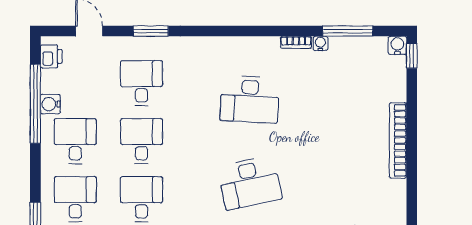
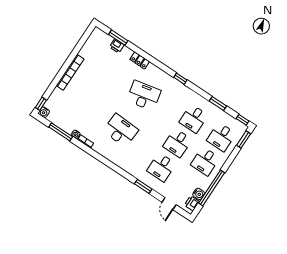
water cooler: (50, 104) -> (199, 194), moved

